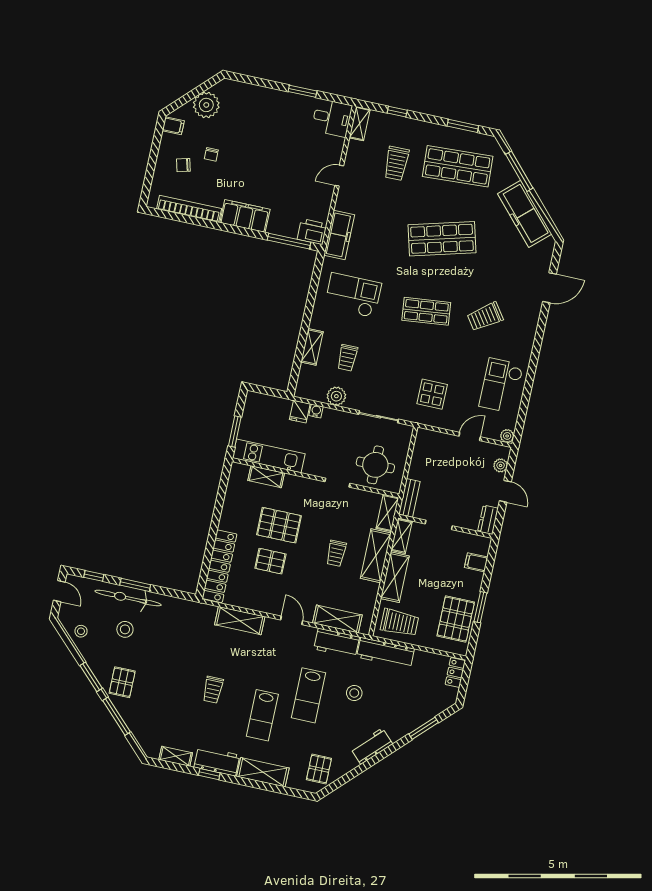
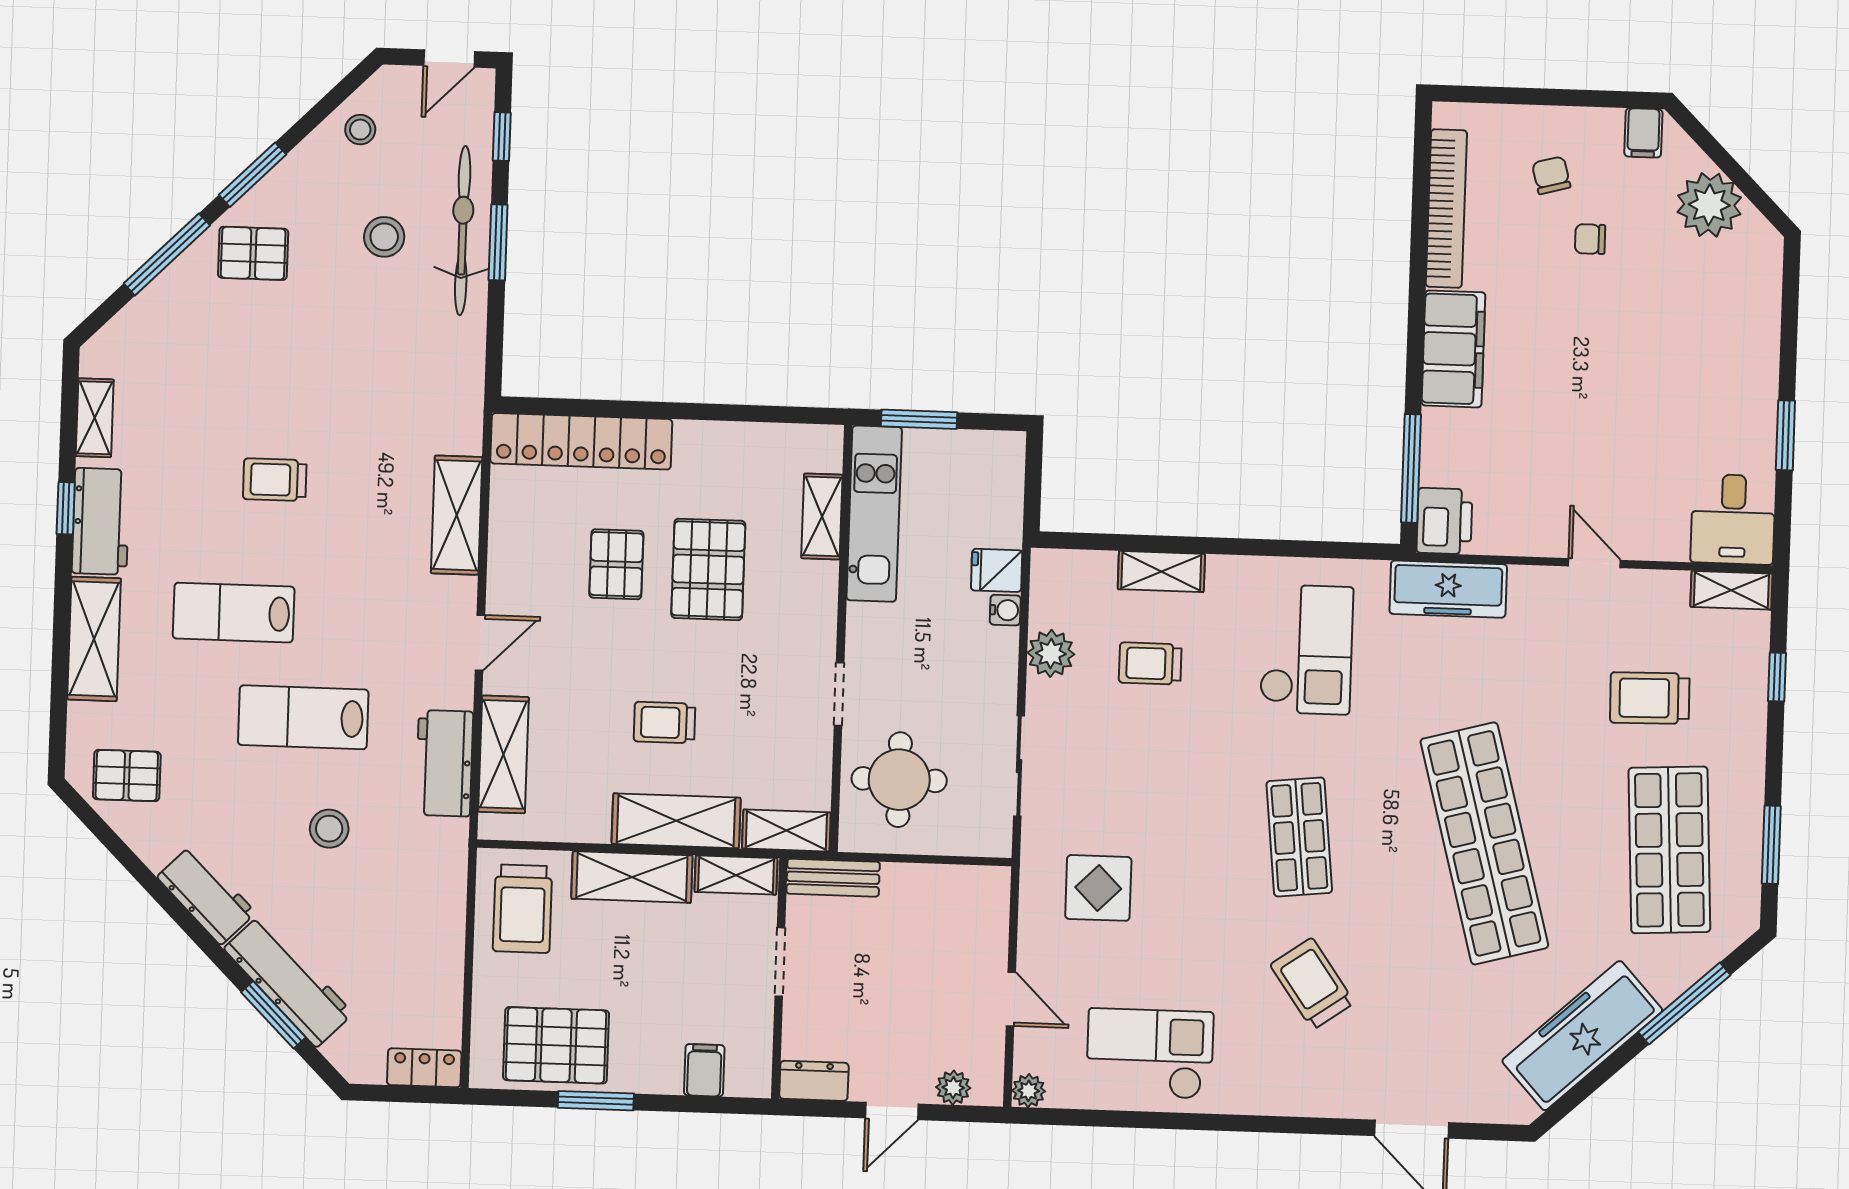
shop shelf: (442, 239) -> (1484, 843), width x1.40
workbench: (385, 653) -> (288, 981), moved, turned 135

